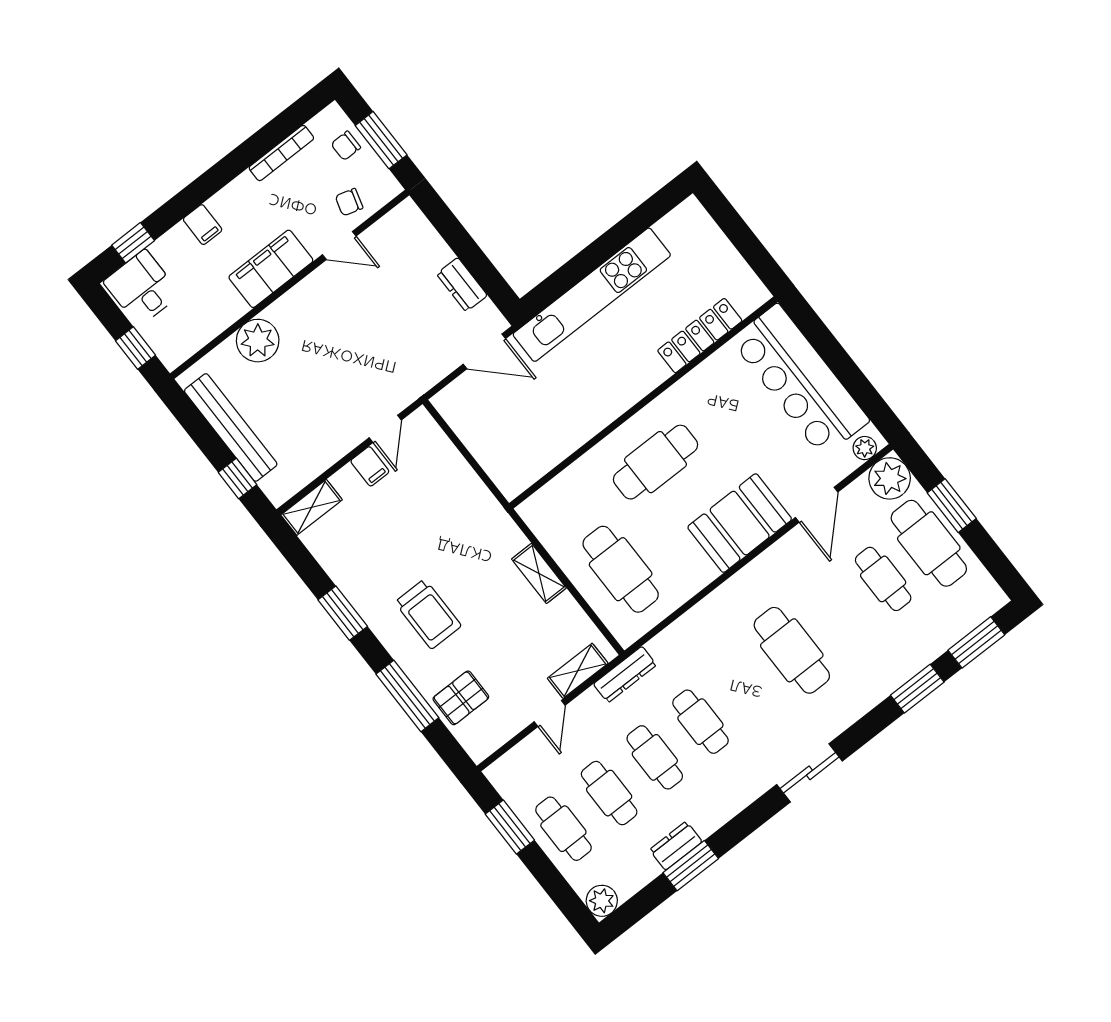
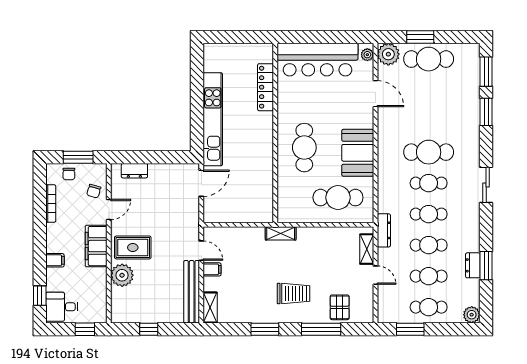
dresser: (462, 285) -> (134, 171), moved
rug: (311, 324) -> (133, 247), added
bench: (231, 427) -> (192, 292), moved, turned 90
window: (238, 479) -> (149, 329), moved
booth: (740, 523) -> (358, 153), moved
shelving: (539, 574) -> (281, 233), moved
cafe table: (883, 579) -> (429, 183), moved

